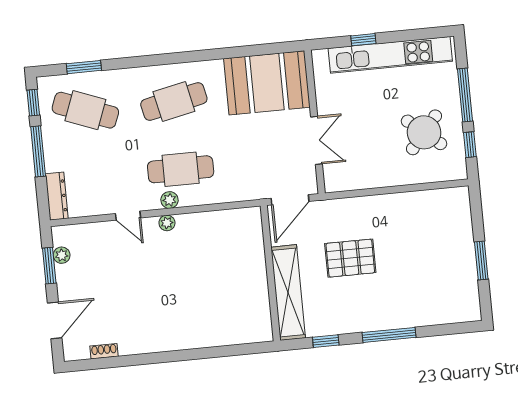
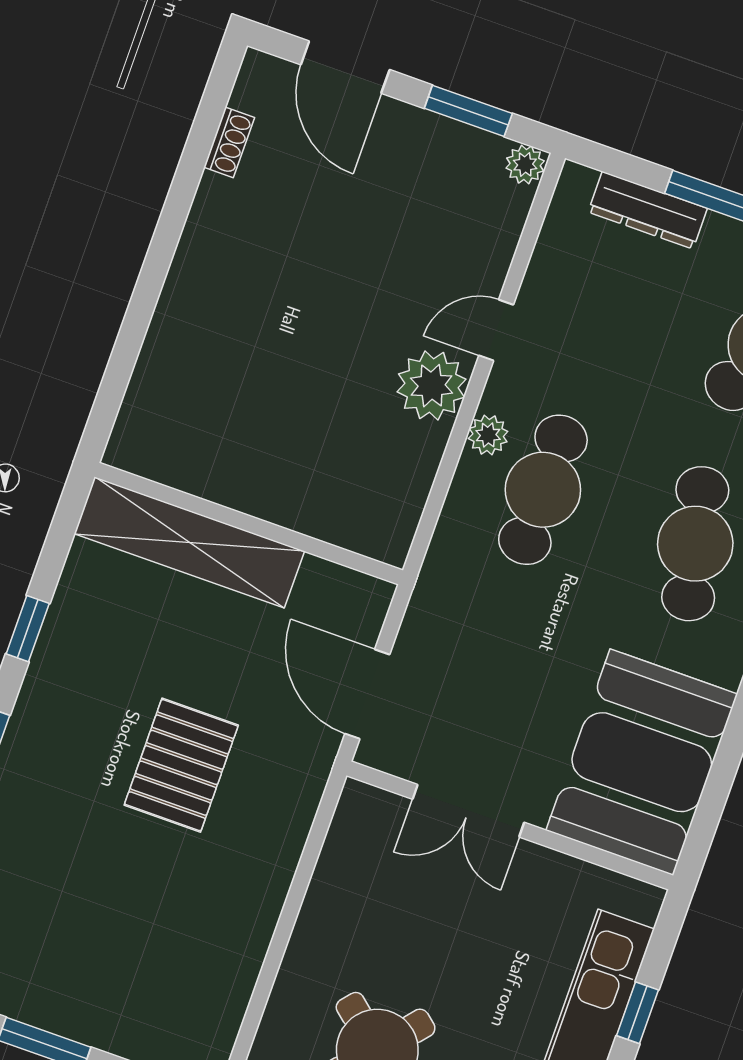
dresser: (57, 196) -> (648, 210), moved
plant: (167, 223) -> (432, 386), width x1.88, depth x1.88
plant: (62, 255) -> (525, 165), moved
wall: (270, 273) -> (249, 524), moved
shelving: (288, 293) -> (189, 542), moved

